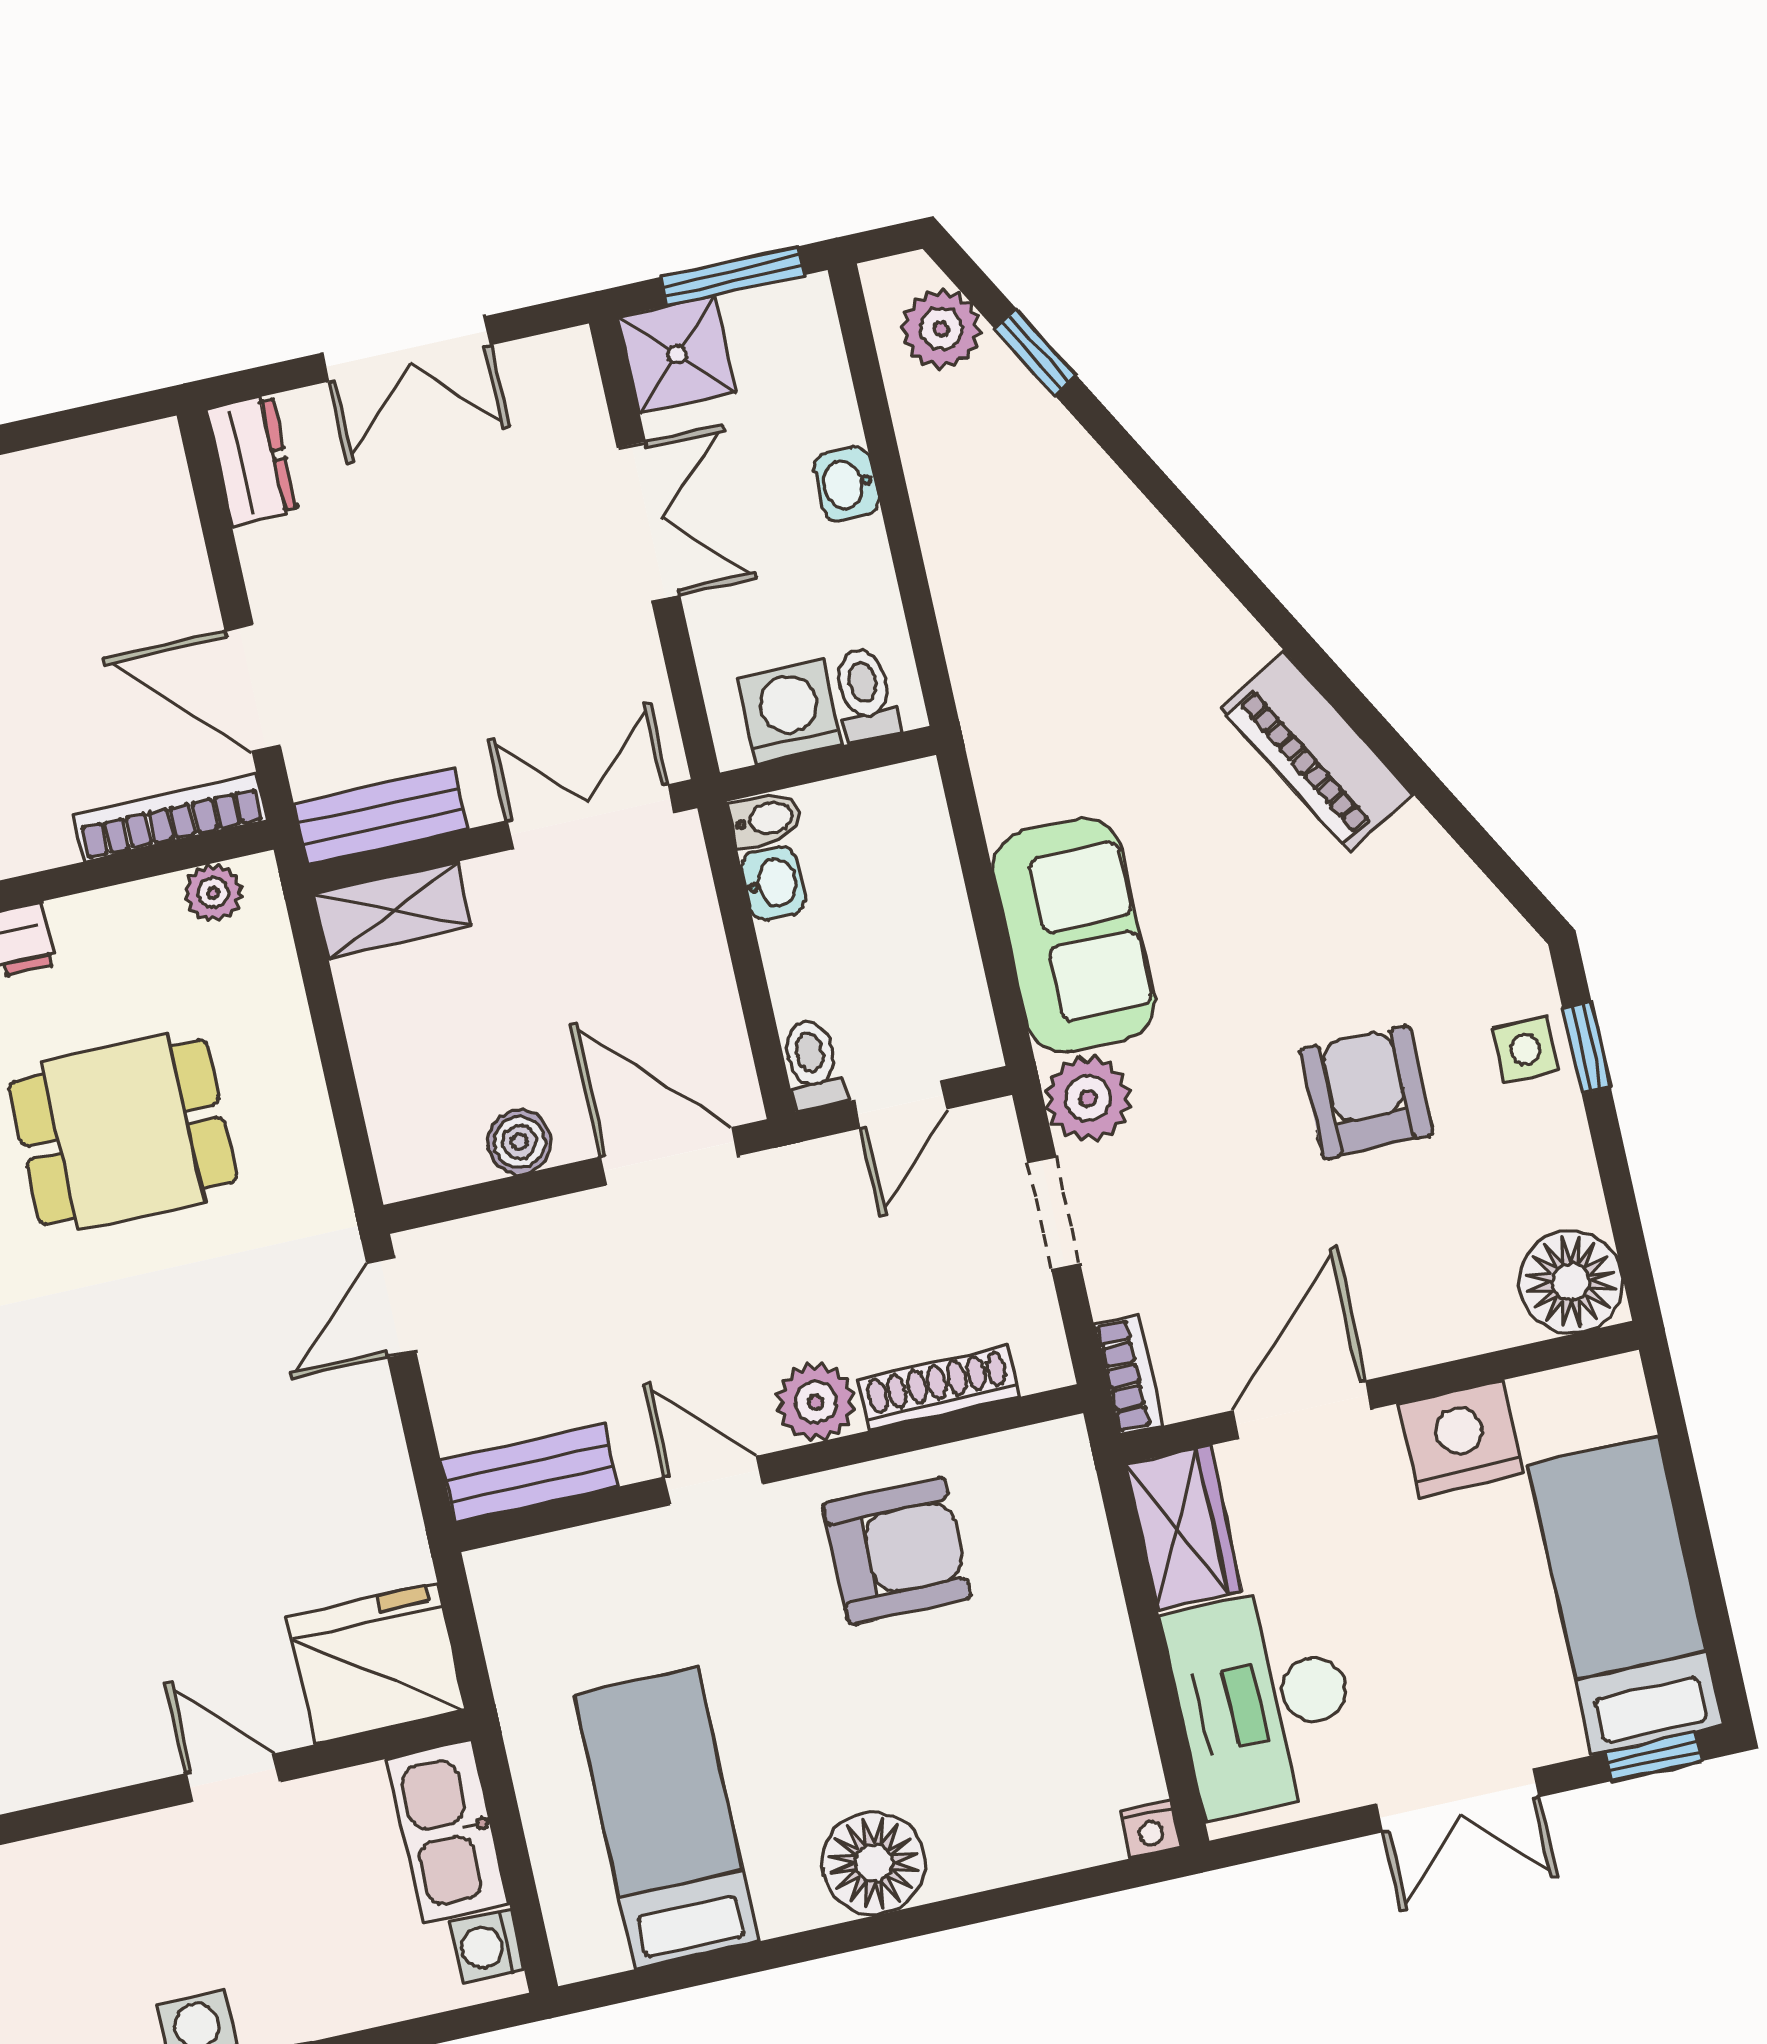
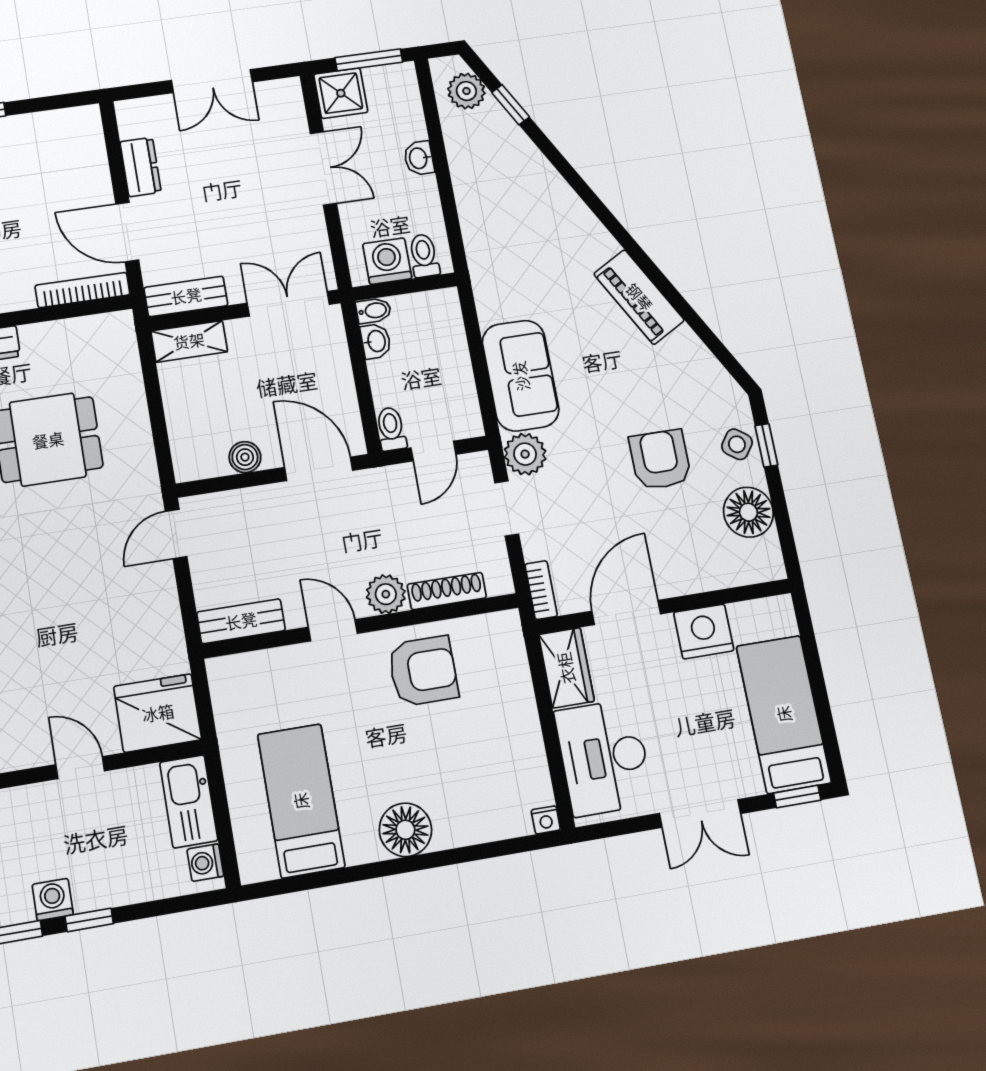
dresser: (252, 460) -> (141, 167), moved
plant: (213, 893) -> (101, 327), removed
side table: (1525, 1049) -> (737, 444), turned 36
floor lamp: (1571, 1282) -> (748, 512), moved

